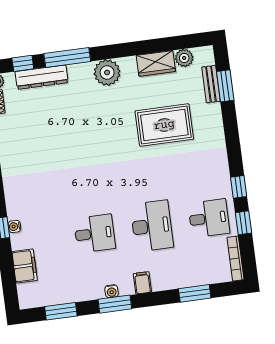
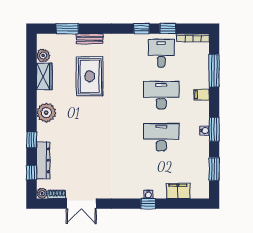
window: (67, 58) -> (32, 140), width x0.46
bench: (211, 84) -> (90, 39), moved
desk: (95, 233) -> (161, 137), width x1.37
filing cabinet: (142, 283) -> (201, 95), moved
window: (195, 293) -> (214, 71), width x1.44

